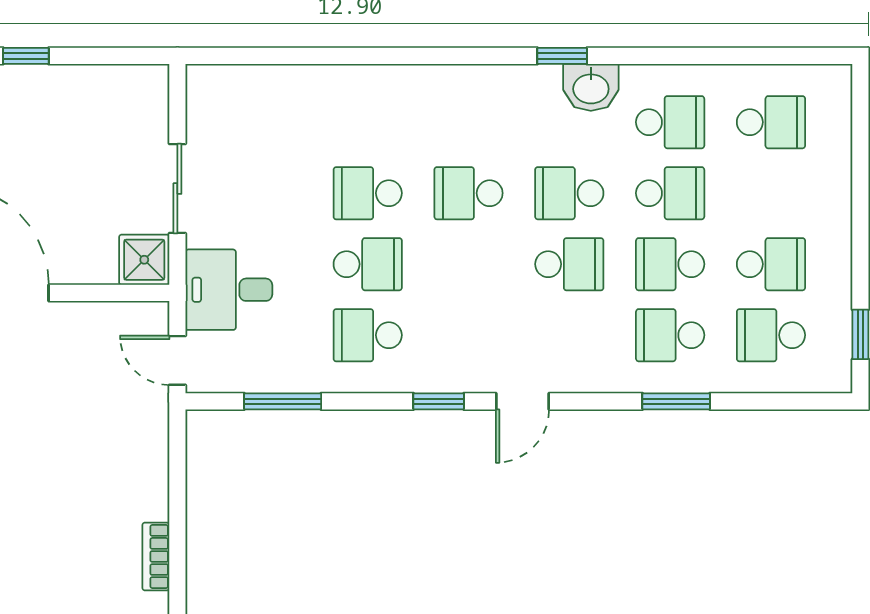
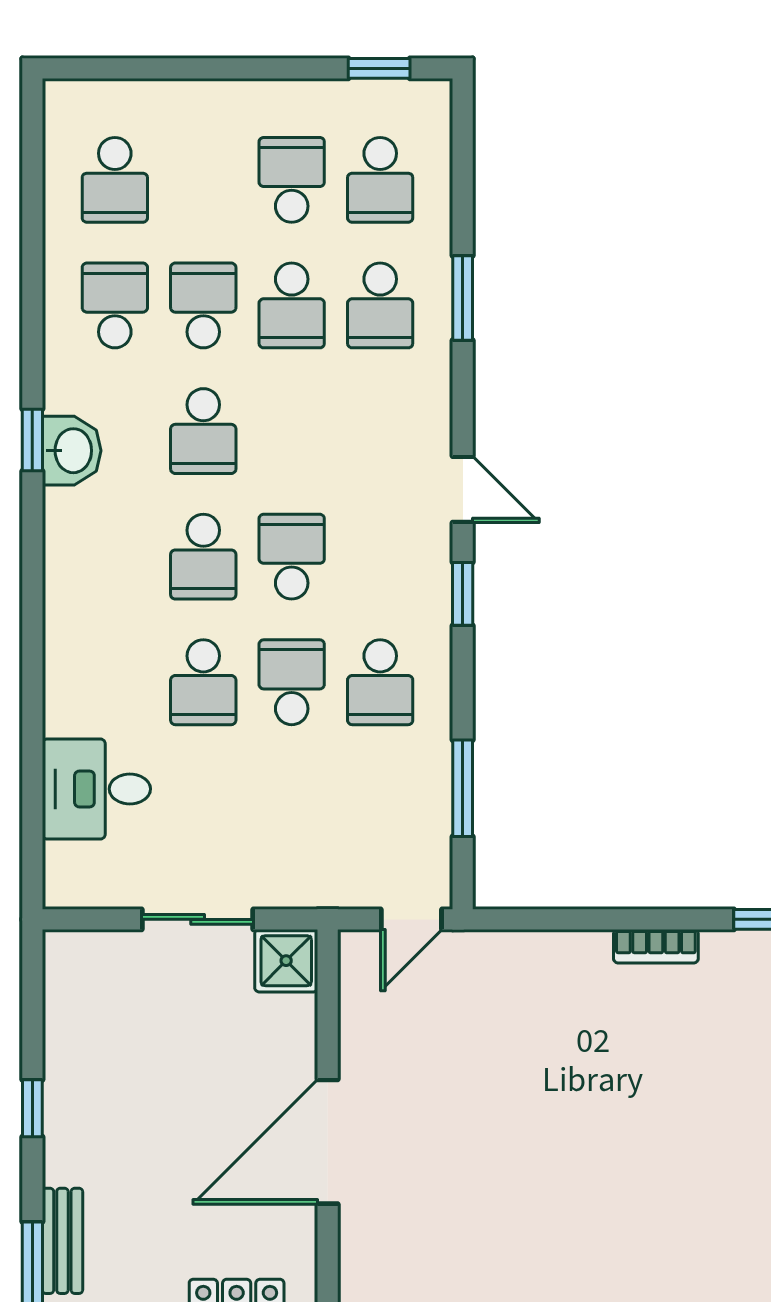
washbasin: (591, 87) -> (72, 451), moved
school desk: (771, 122) -> (115, 180), turned 180
school desk: (569, 264) -> (292, 557), moved
desk: (229, 290) -> (96, 789), moved, turned 90

